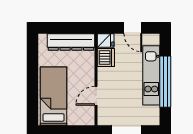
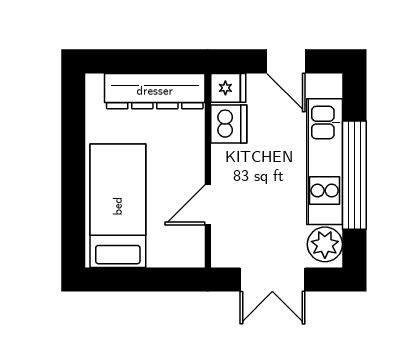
plant: (151, 114) -> (325, 244), added

